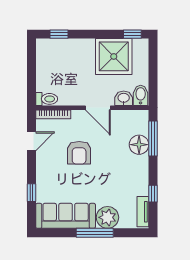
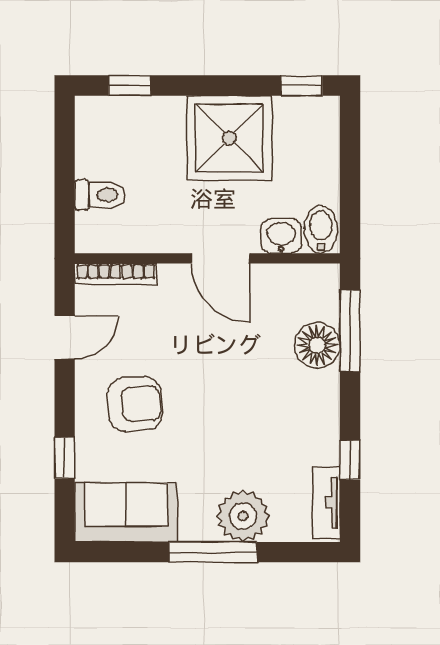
shower: (114, 56) -> (229, 138), moved
toilet: (47, 99) -> (100, 195), moved
armchair: (79, 153) -> (135, 404), moved, turned -94
sofa: (66, 216) -> (126, 512), width x0.73

